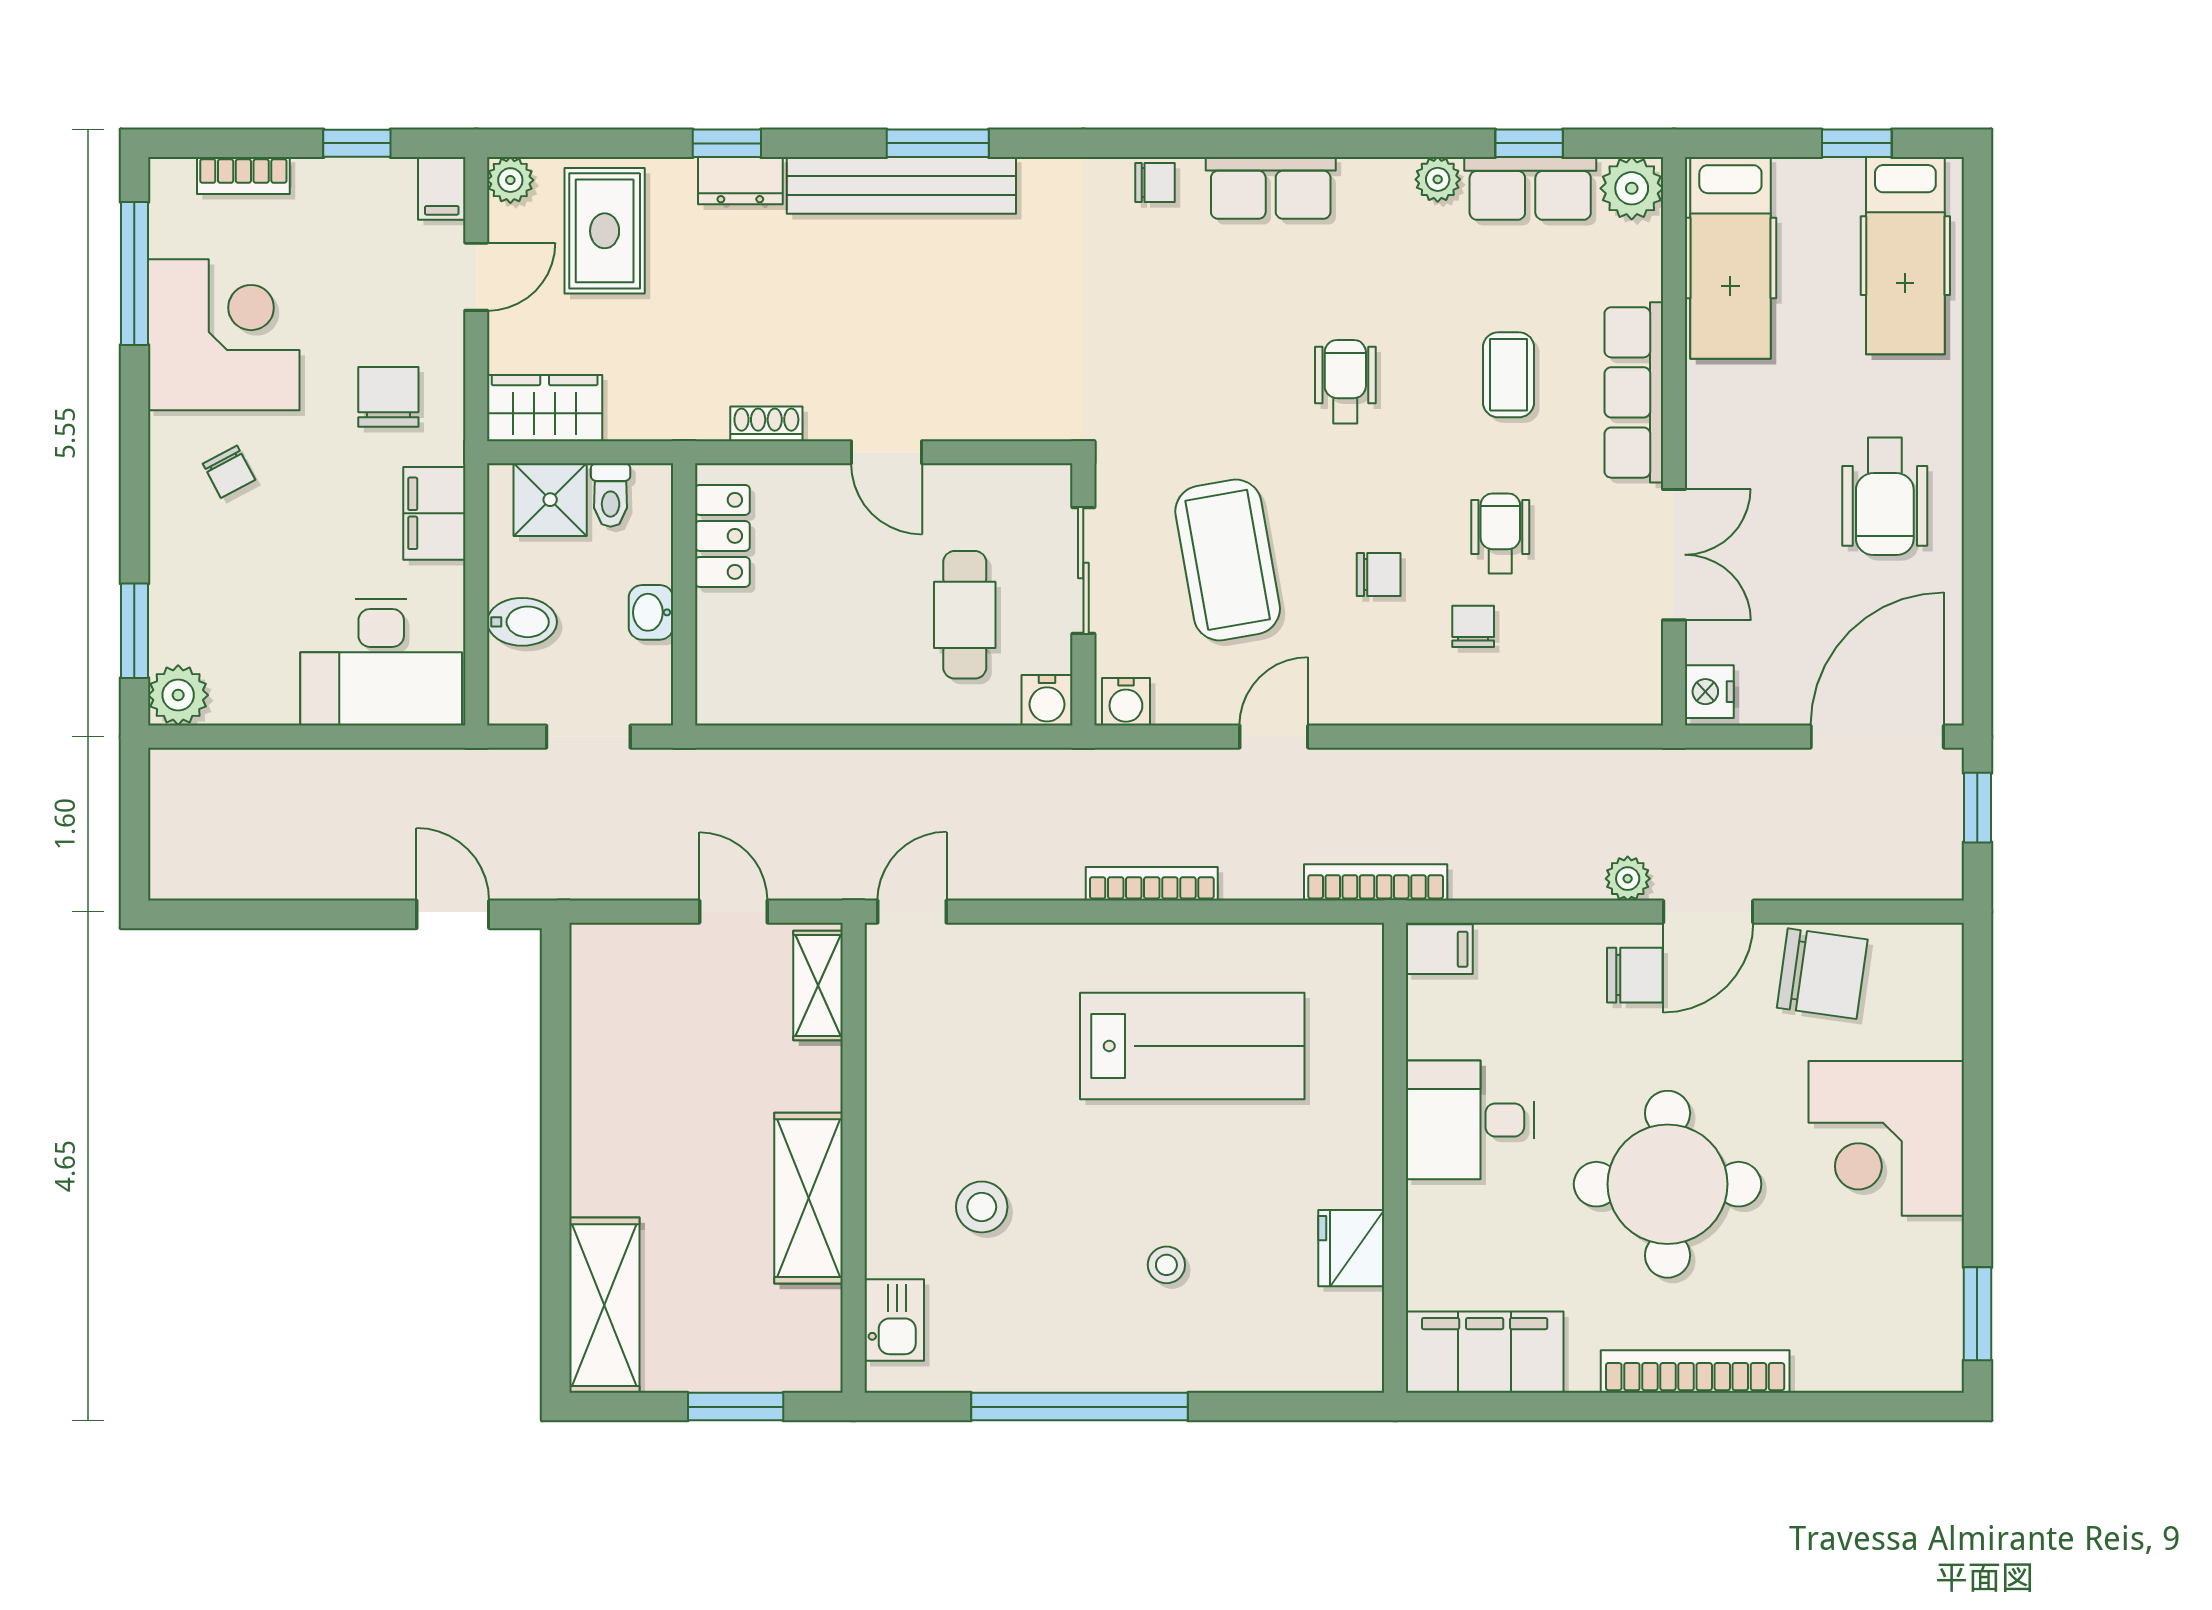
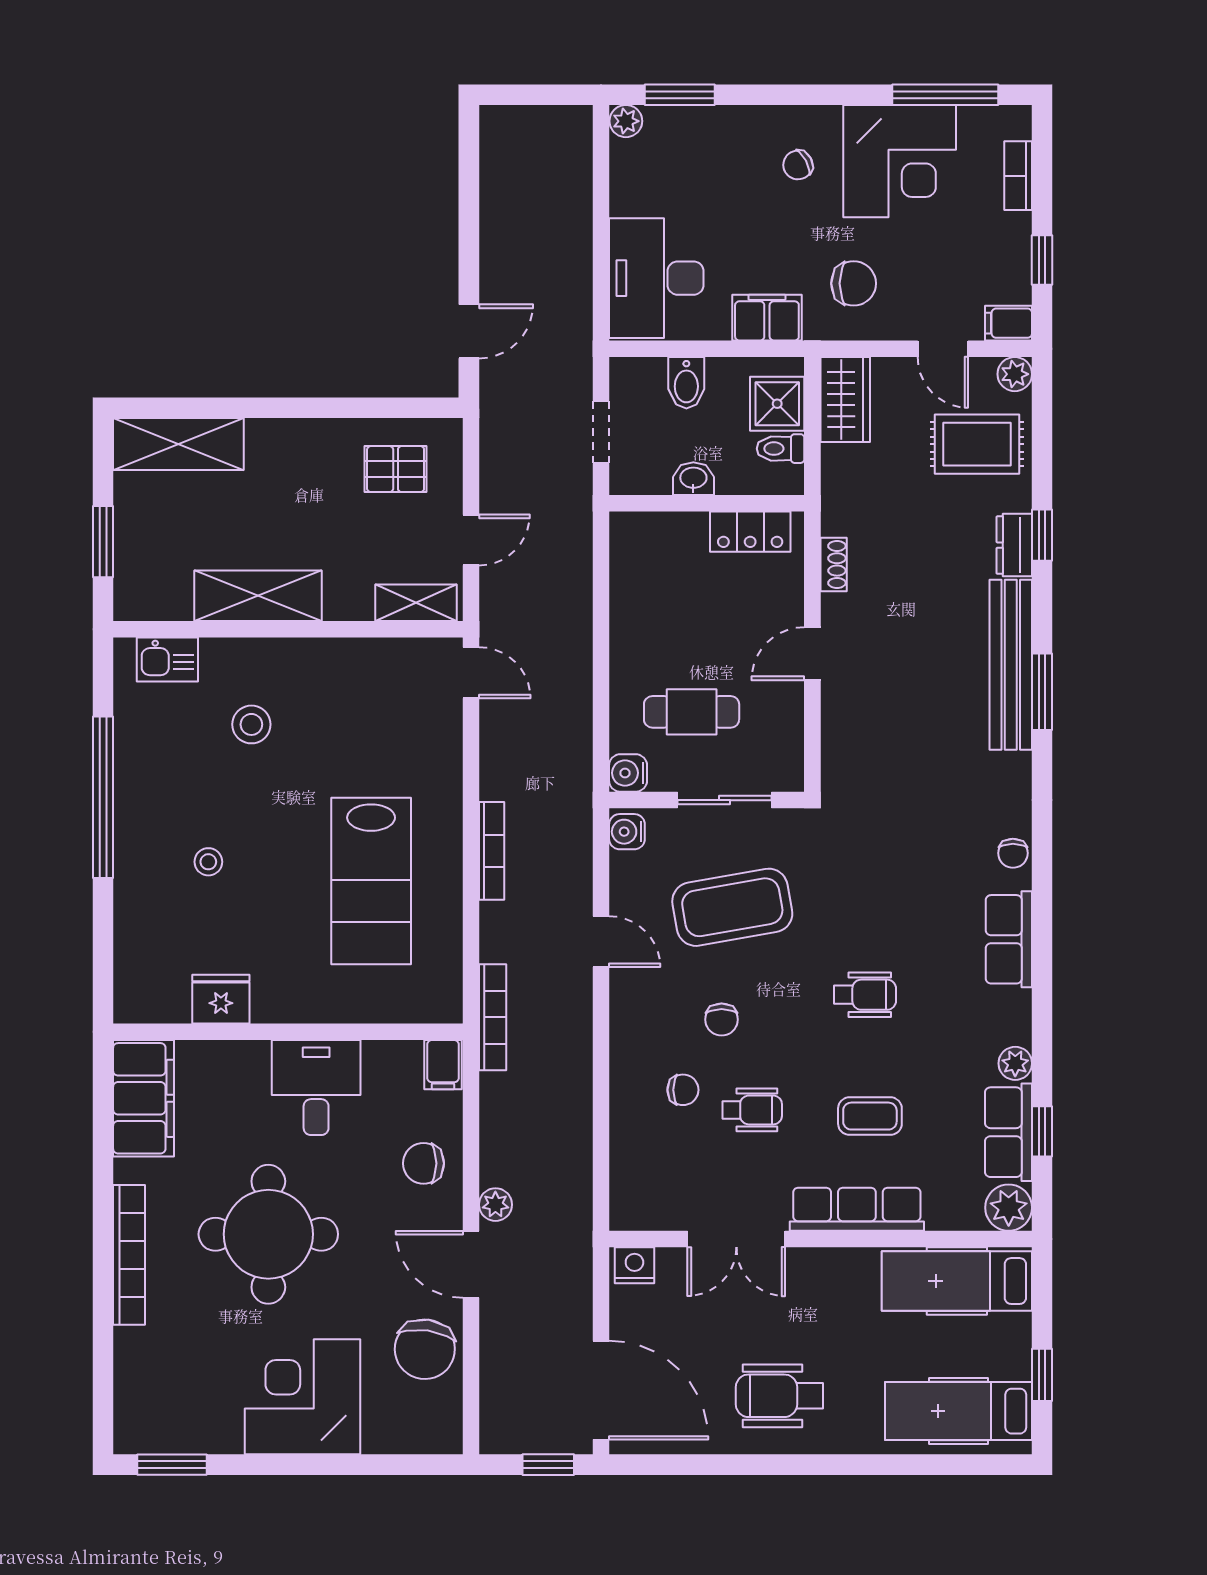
plant: (178, 695) -> (626, 121), width x0.73, depth x0.73
chair: (1635, 975) -> (424, 1163), moved, turned 90
pallet: (638, 1013) -> (396, 469), added

